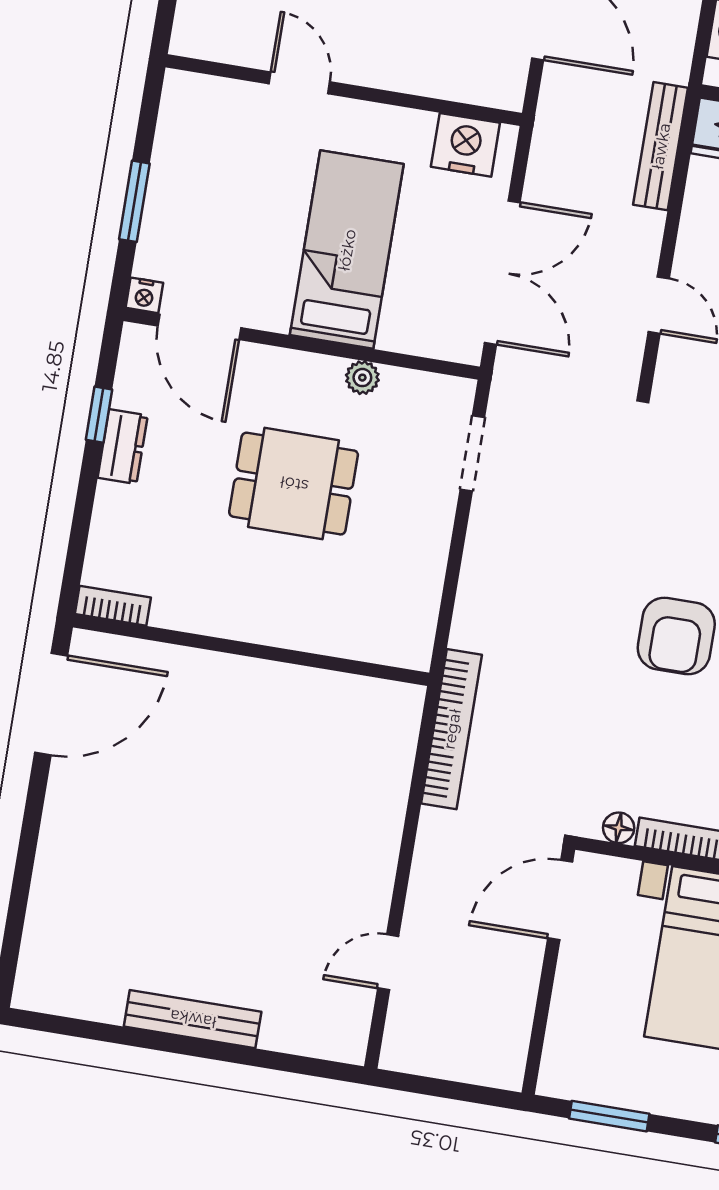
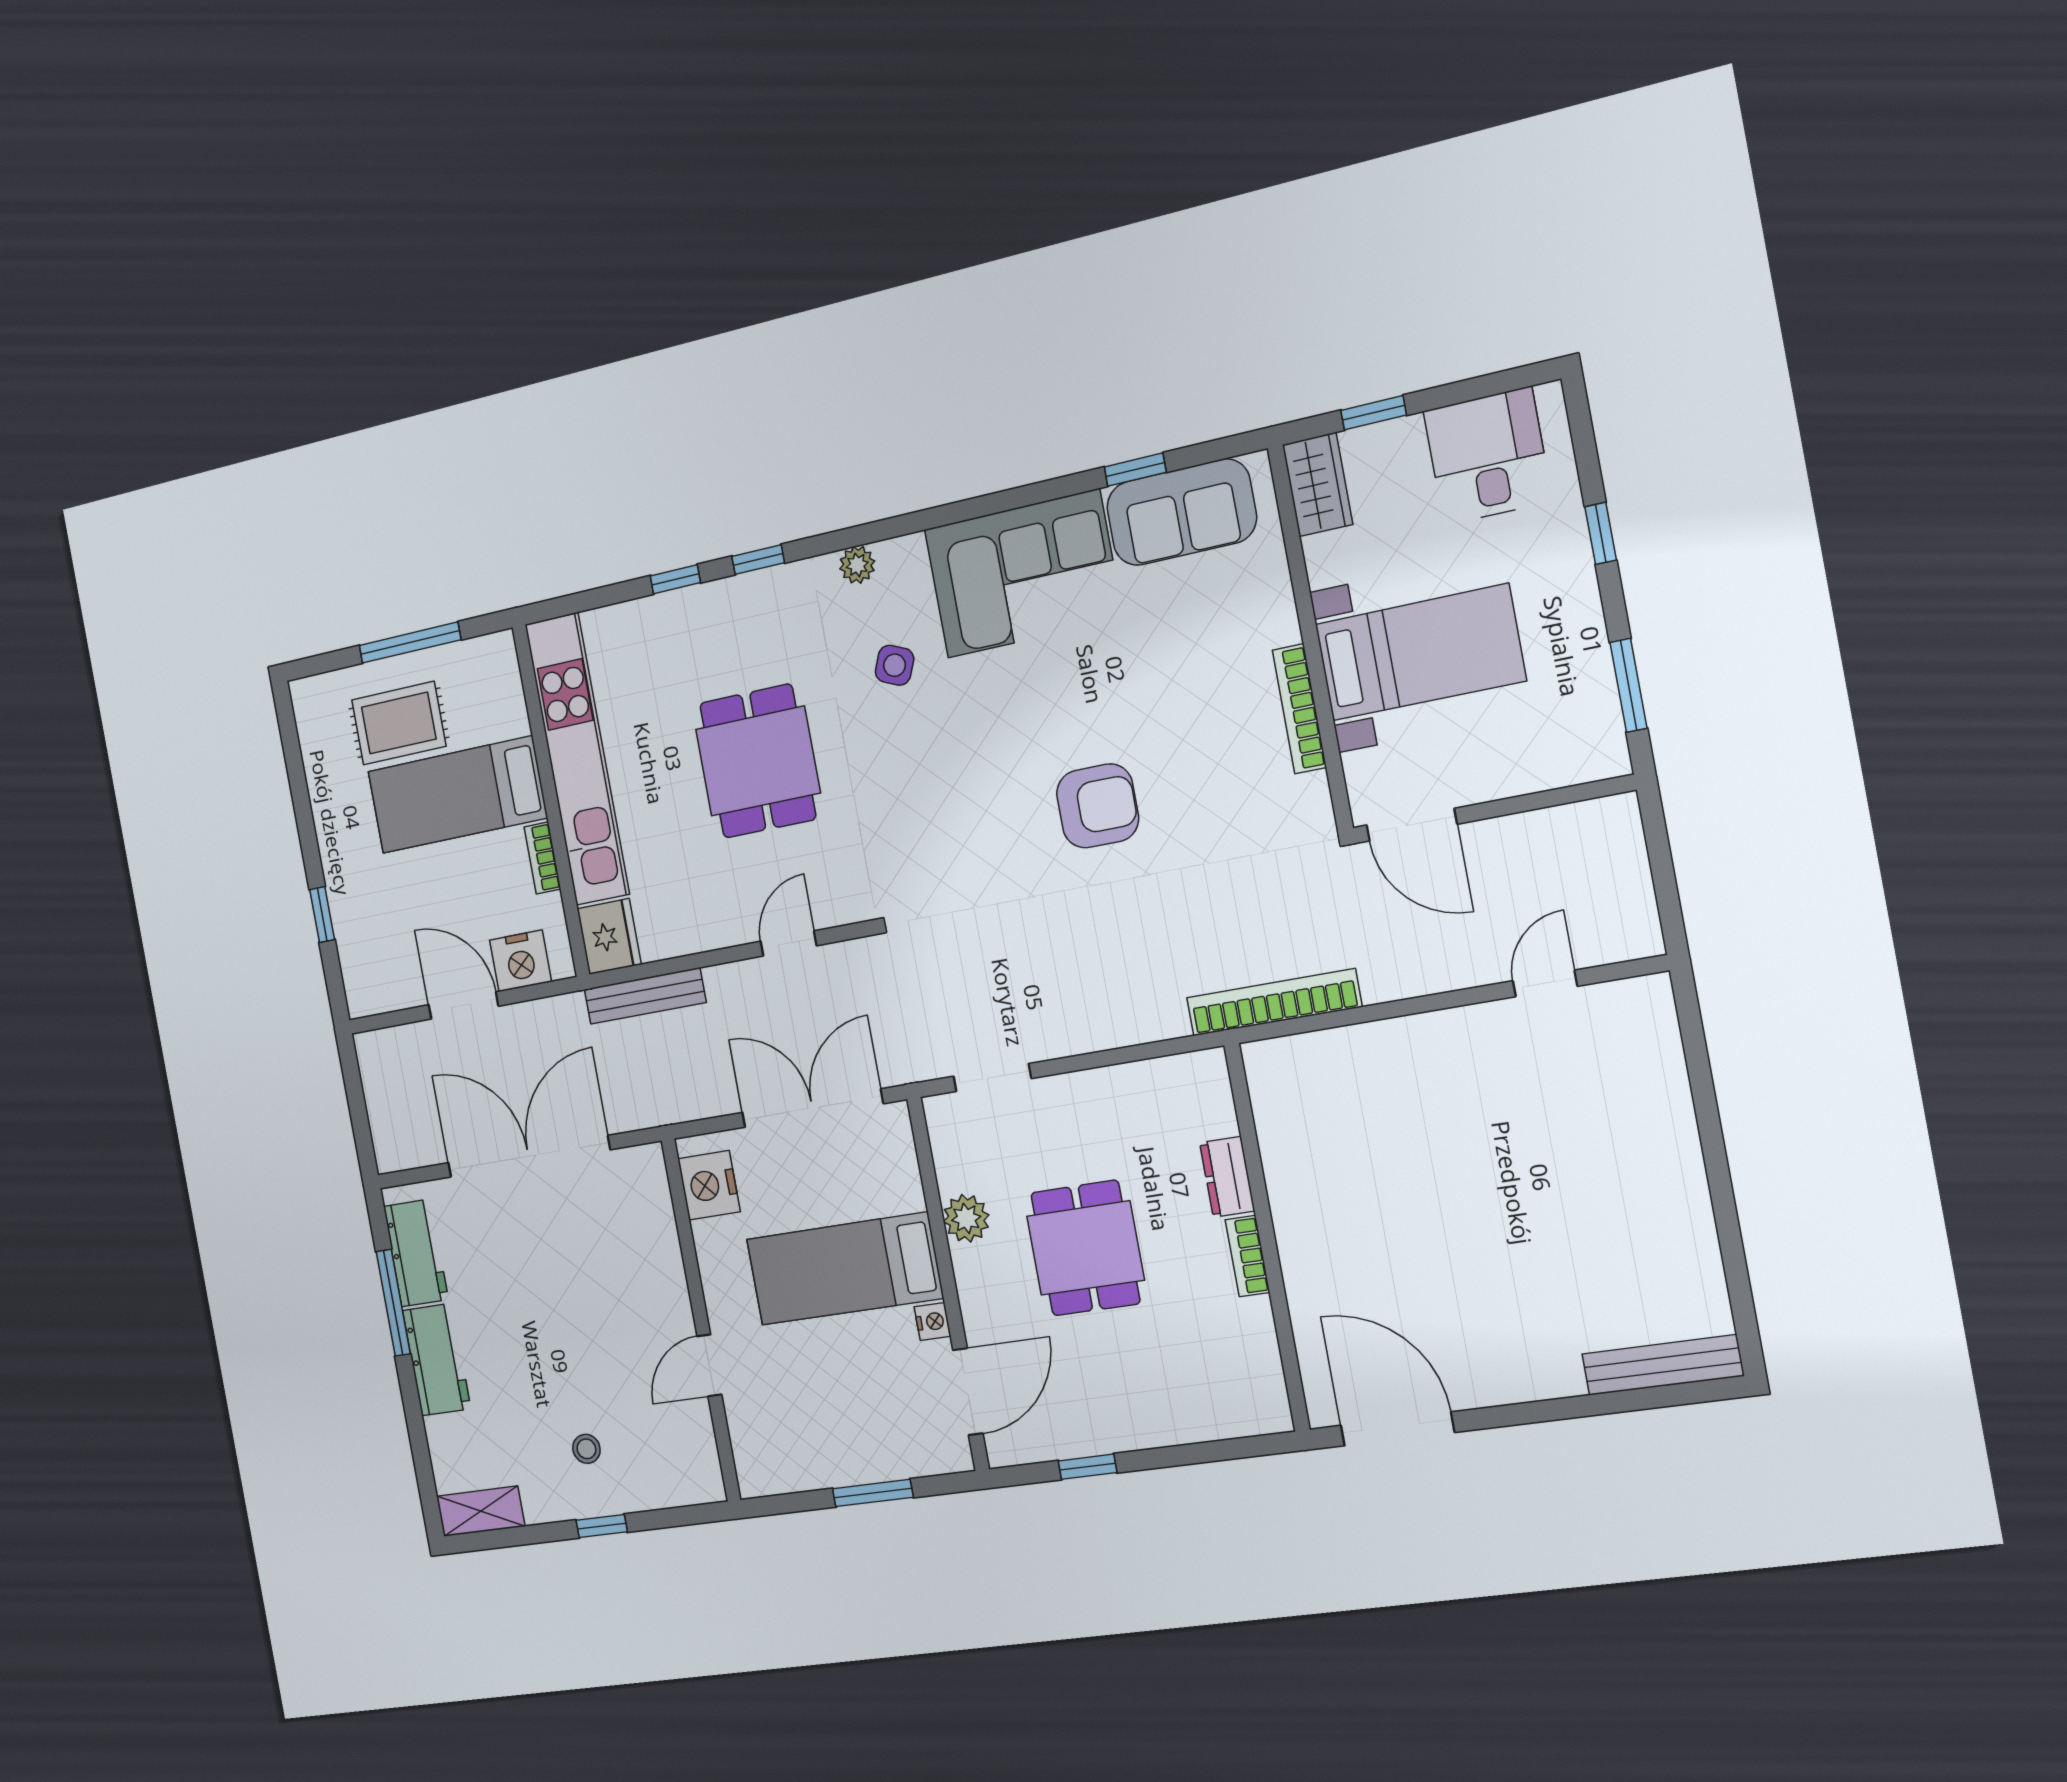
nightstand: (144, 295) -> (932, 1322), moved
plant: (362, 378) -> (966, 1218), width x1.38, depth x1.38
dresser: (123, 447) -> (1227, 1177), moved, turned -90
bookcase: (113, 606) -> (1248, 1256), moved
floor lamp: (619, 828) -> (1314, 792), removed
door: (388, 962) -> (1545, 984), swing flipped
bench: (193, 1019) -> (1663, 1365), moved, turned 90

